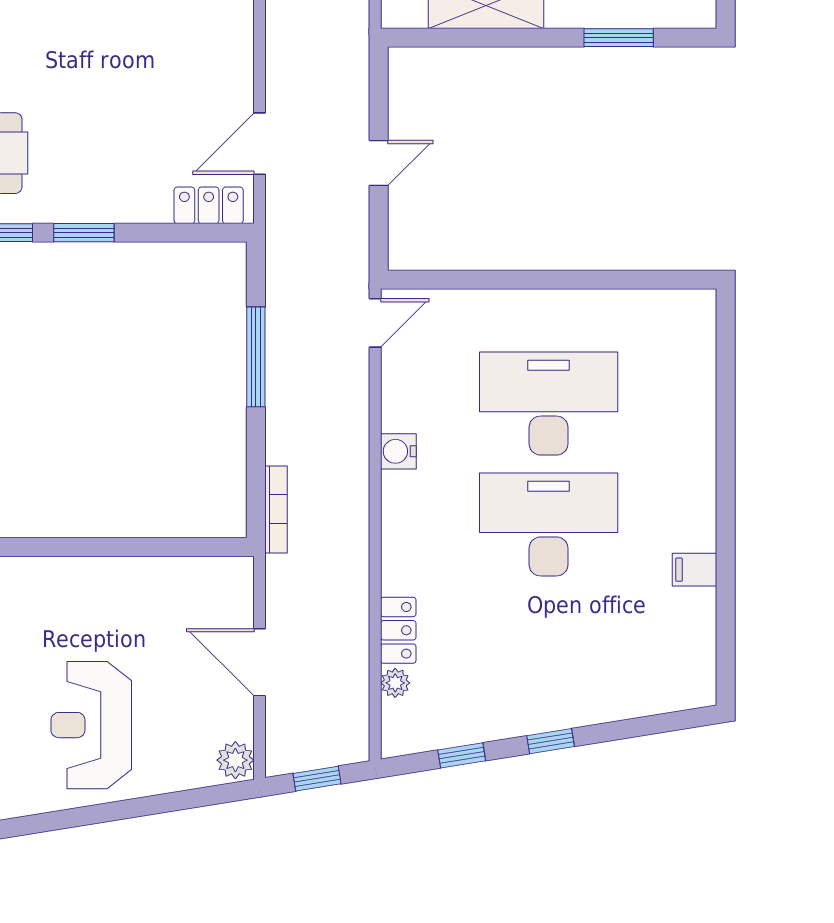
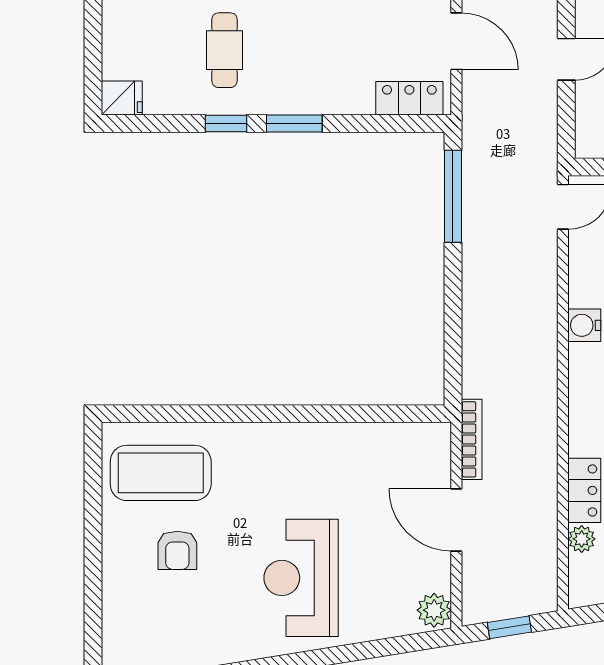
door: (259, 144) -> (456, 41), swing flipped
window: (256, 357) -> (453, 196), moved
bookcase: (276, 509) -> (472, 439), moved

